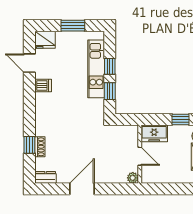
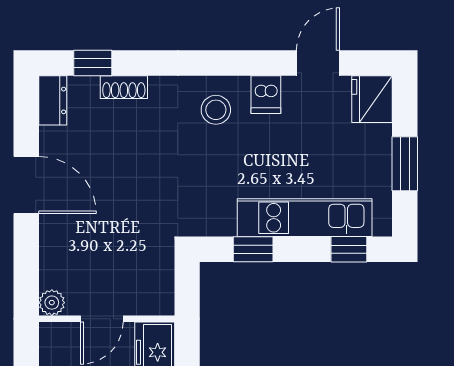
window: (110, 66) -> (349, 249), moved
stool: (50, 107) -> (216, 110), added
window: (29, 145) -> (93, 63), moved

